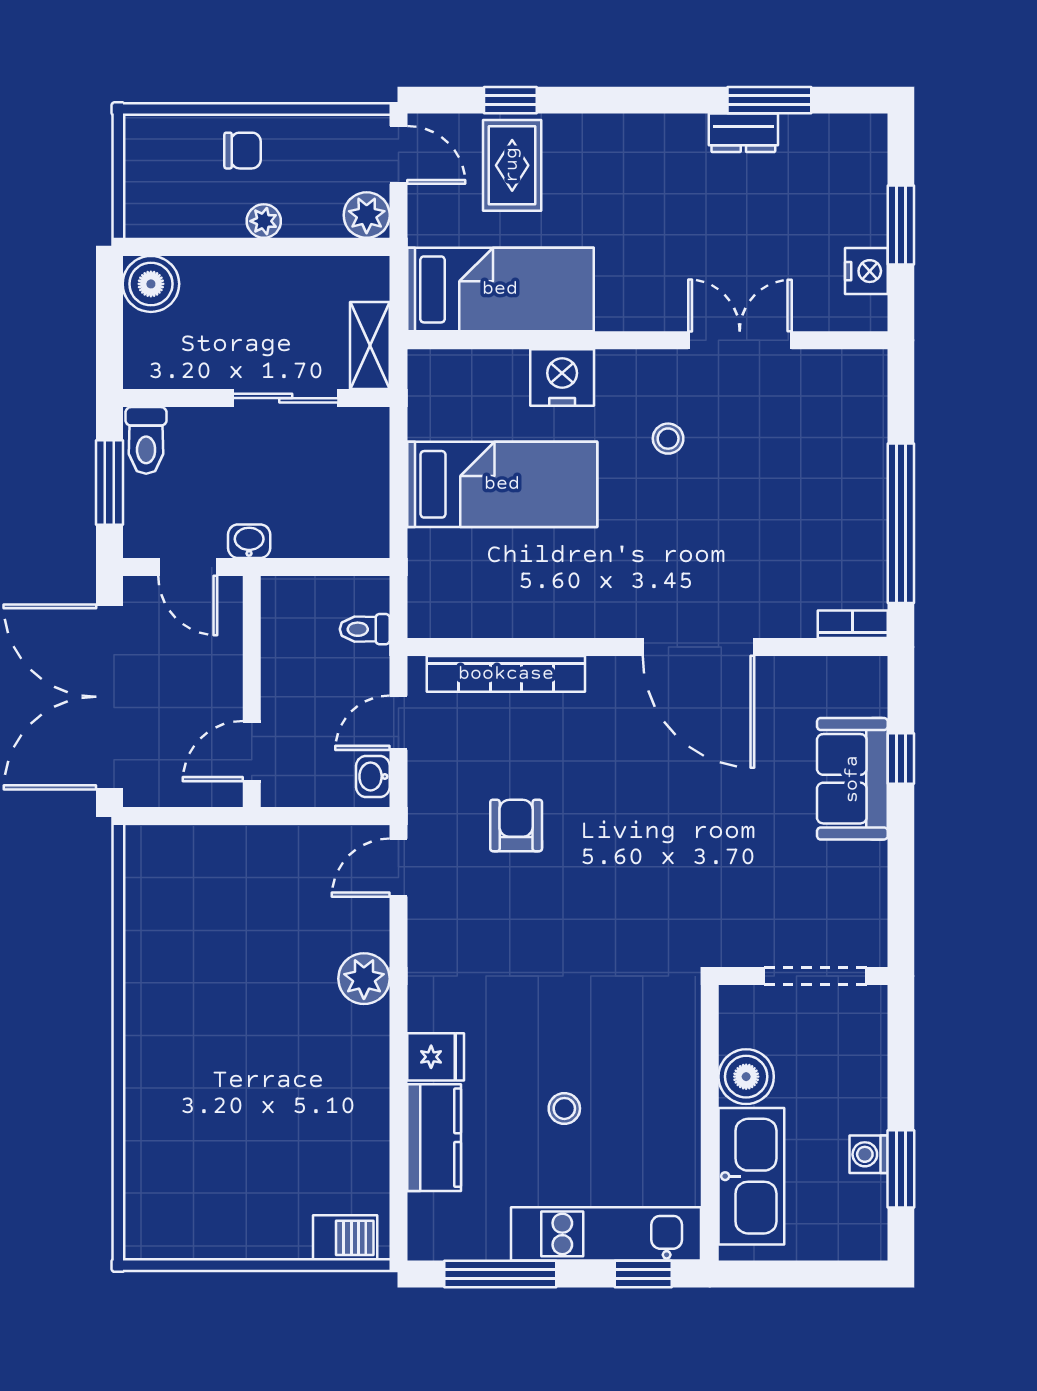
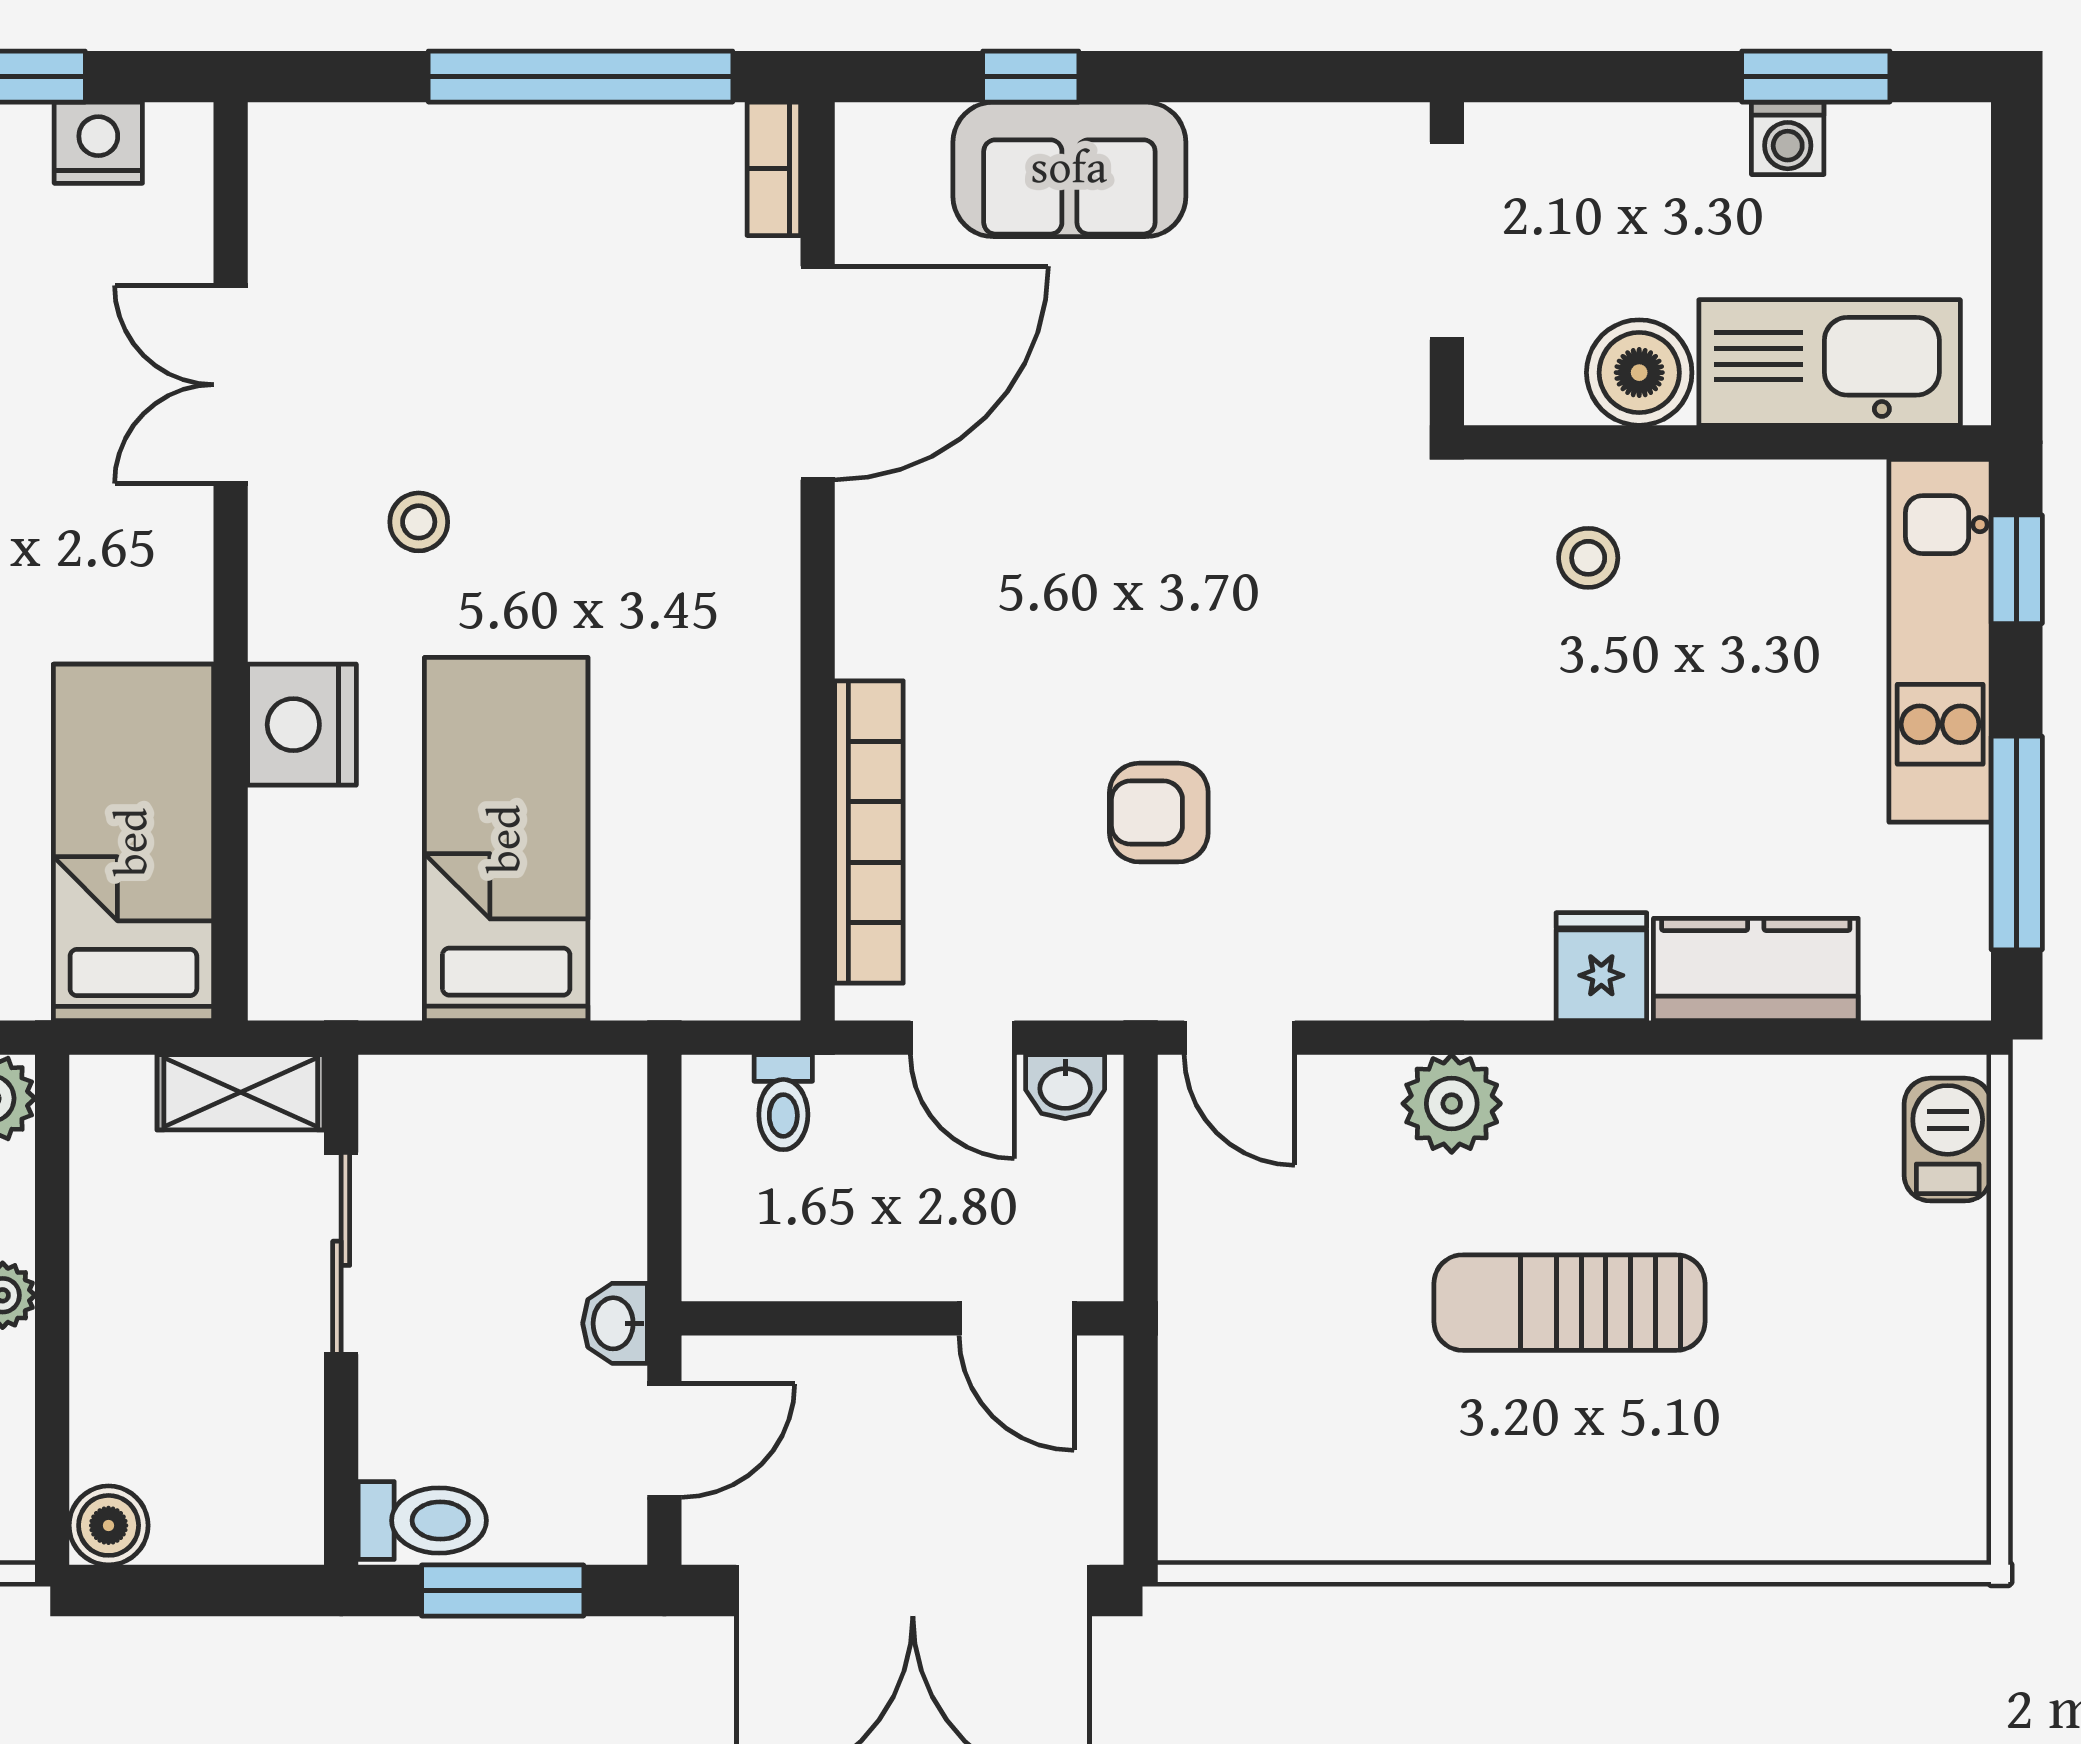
boiler: (151, 284) -> (109, 1525), width x0.73, depth x0.73
door: (698, 647) -> (818, 373), moved
sun lounger: (260, 1040) -> (1570, 1303), added
stool: (564, 1108) -> (1588, 558), moved

